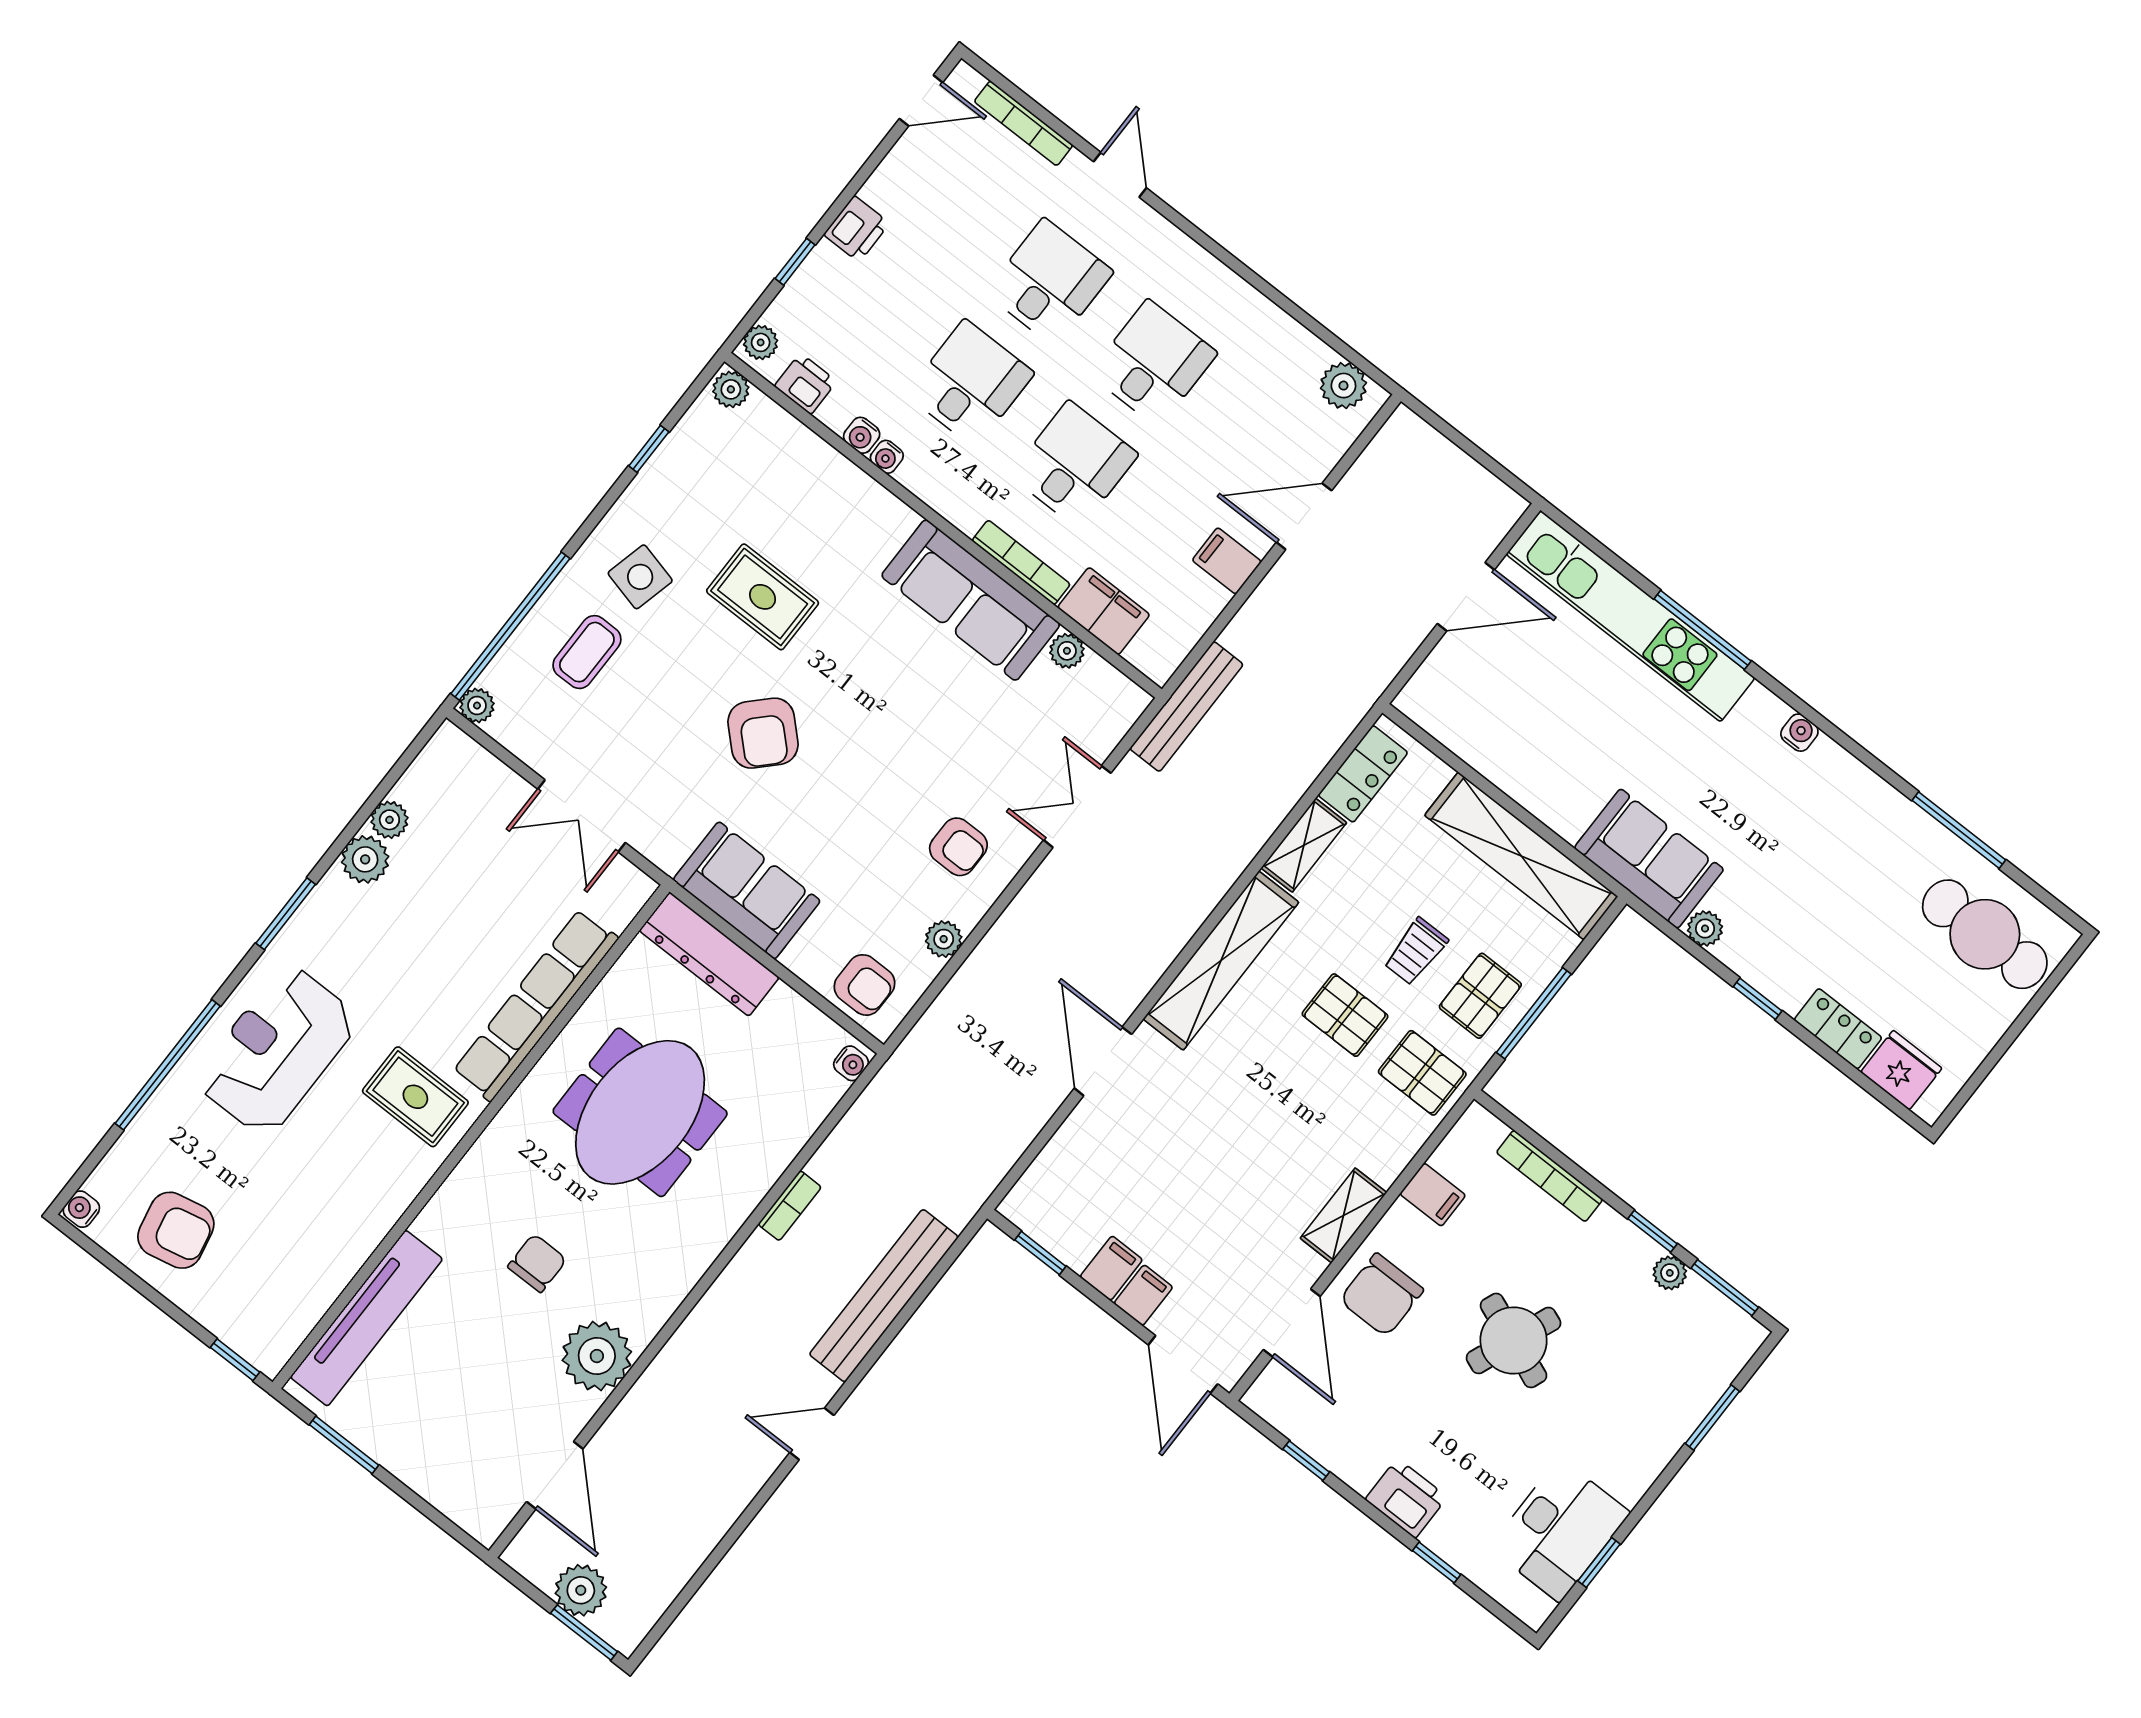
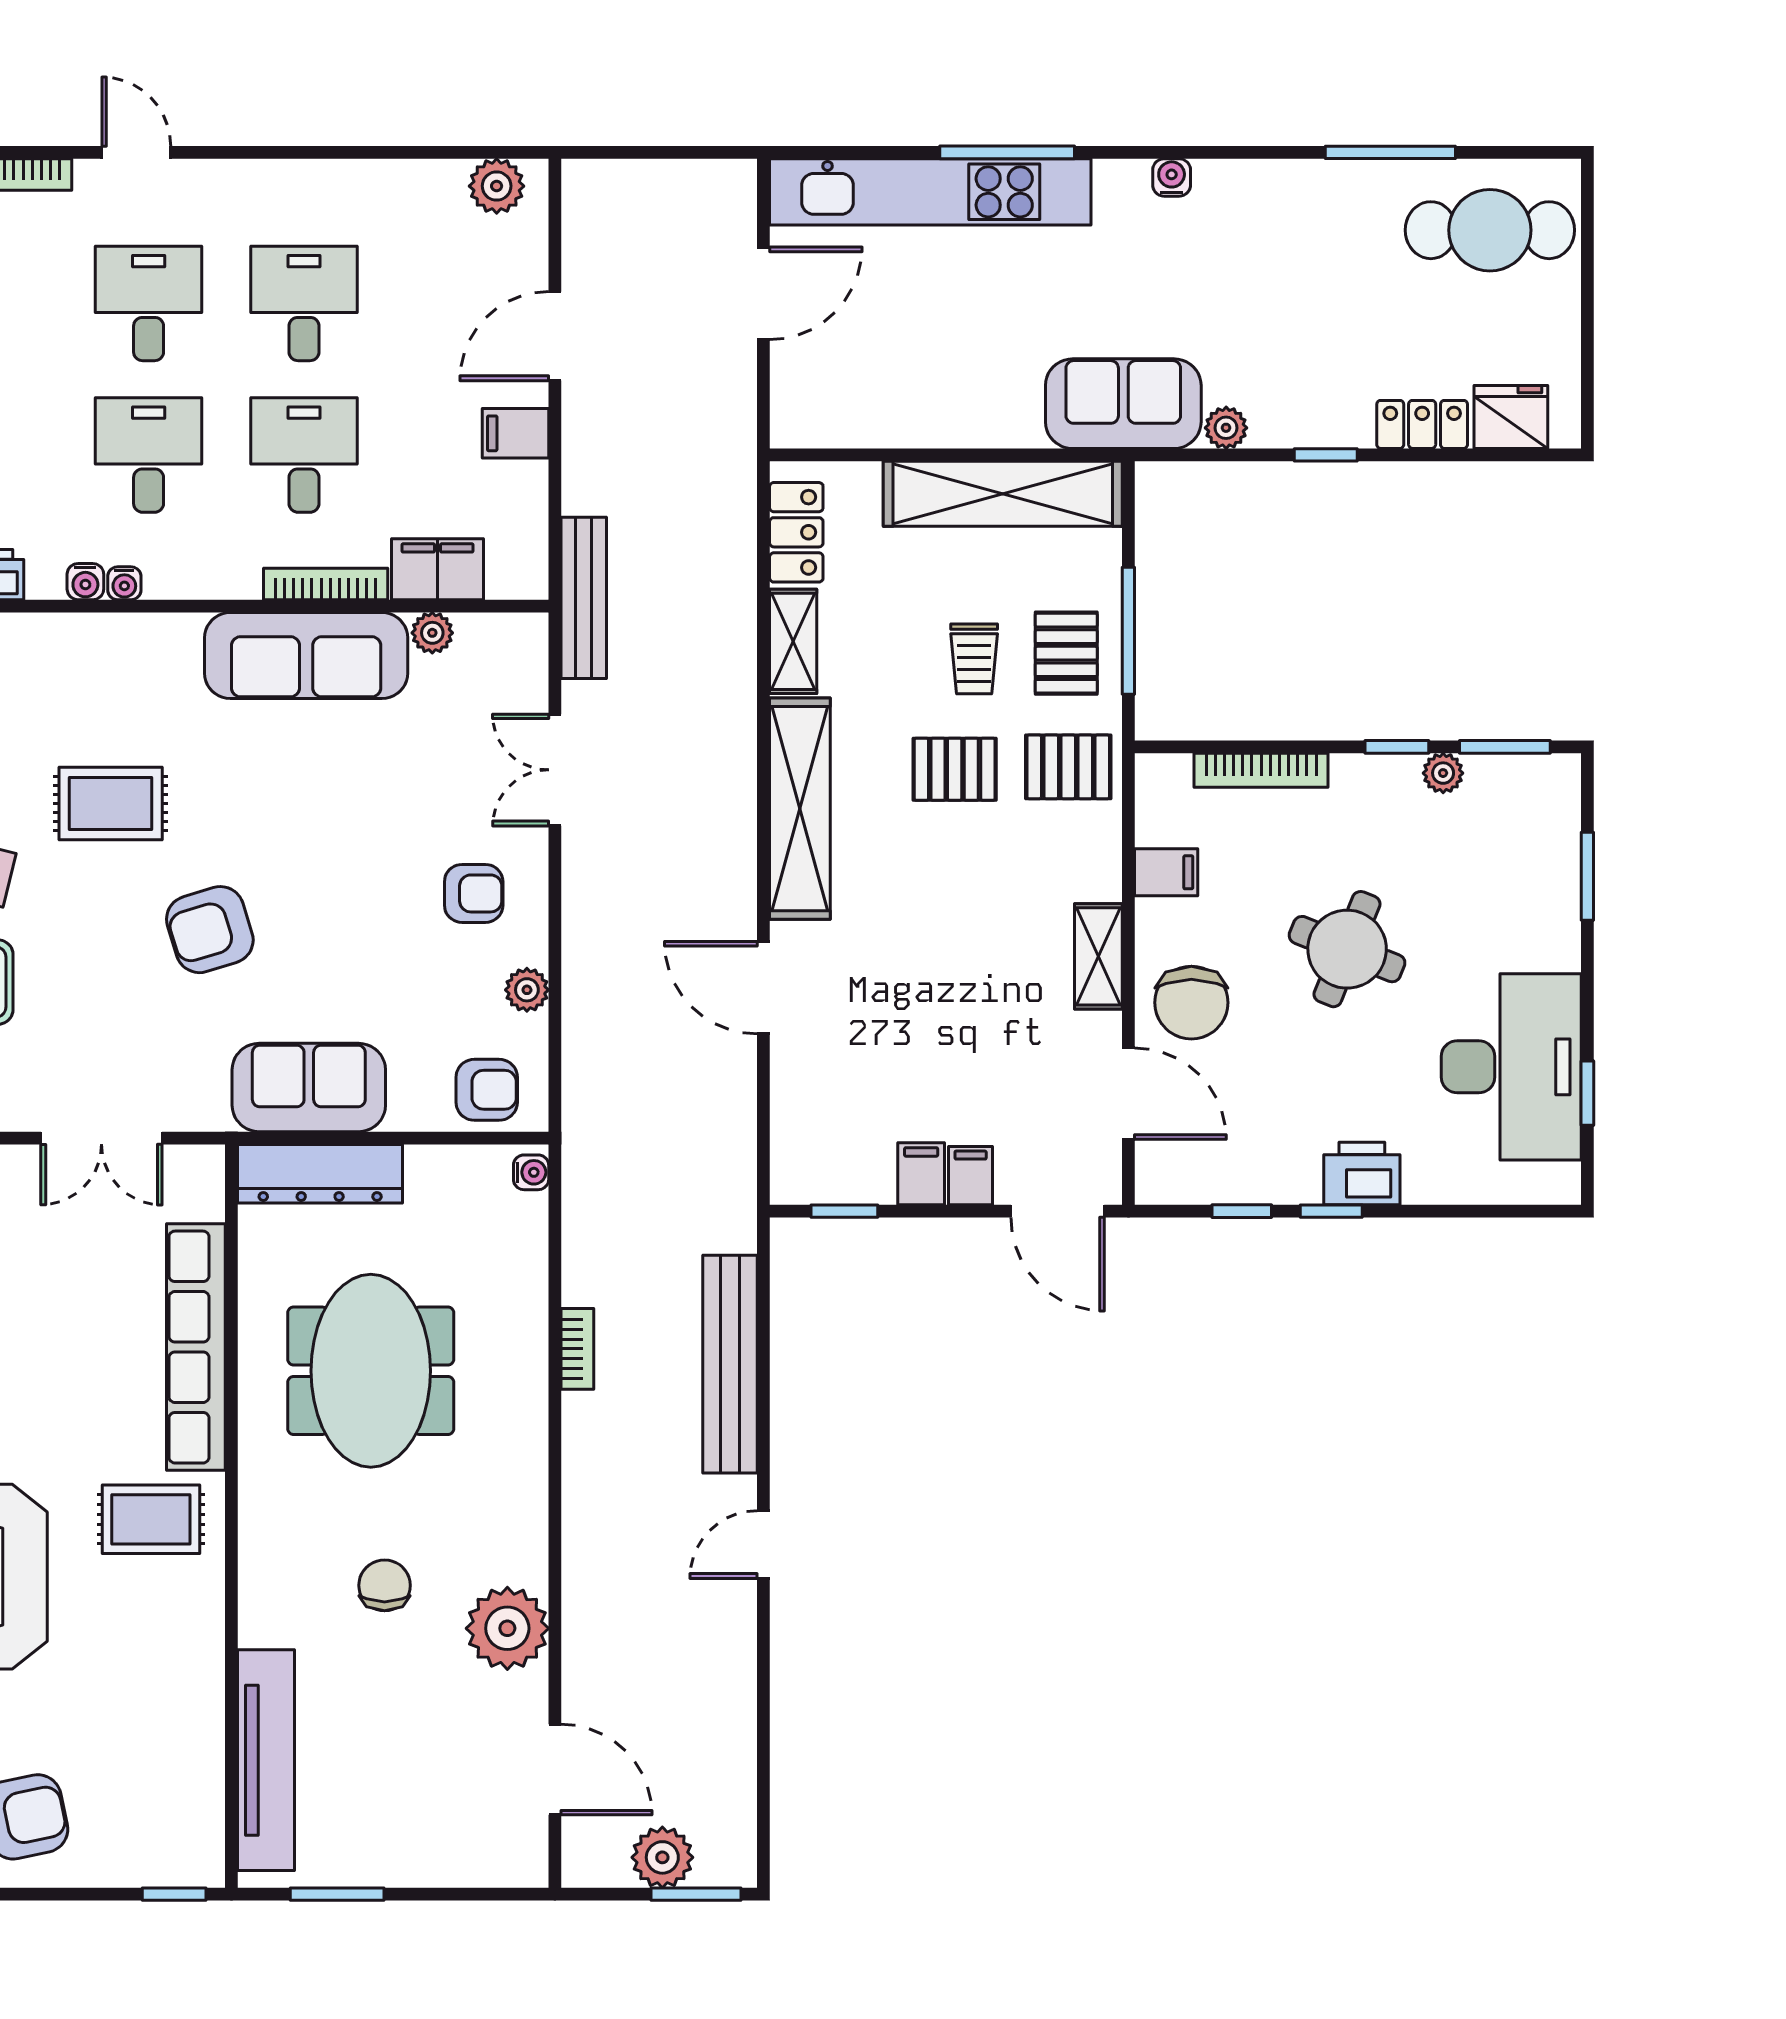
armchair: (763, 733) -> (210, 930), turned 119
desk: (1560, 1530) -> (1511, 1067), width x1.36, depth x1.30
window: (1437, 1563) -> (1331, 1211), moved

